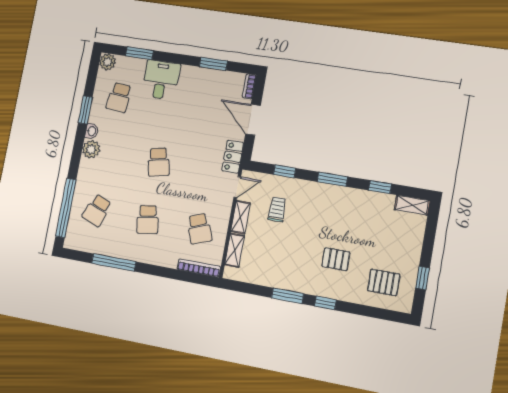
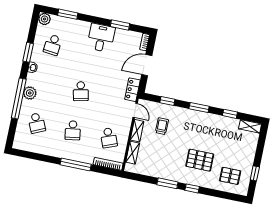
desk: (161, 80) -> (101, 38), moved
door: (253, 120) -> (147, 65), hinge flipped
plant: (91, 149) -> (30, 93), moved
door: (237, 187) -> (135, 110), hinge flipped
window: (66, 208) -> (19, 98), moved
school desk: (97, 210) -> (37, 123), turned -45
pallet: (336, 259) -> (200, 160), width x1.50, depth x1.42
window: (114, 262) -> (76, 164), moved

